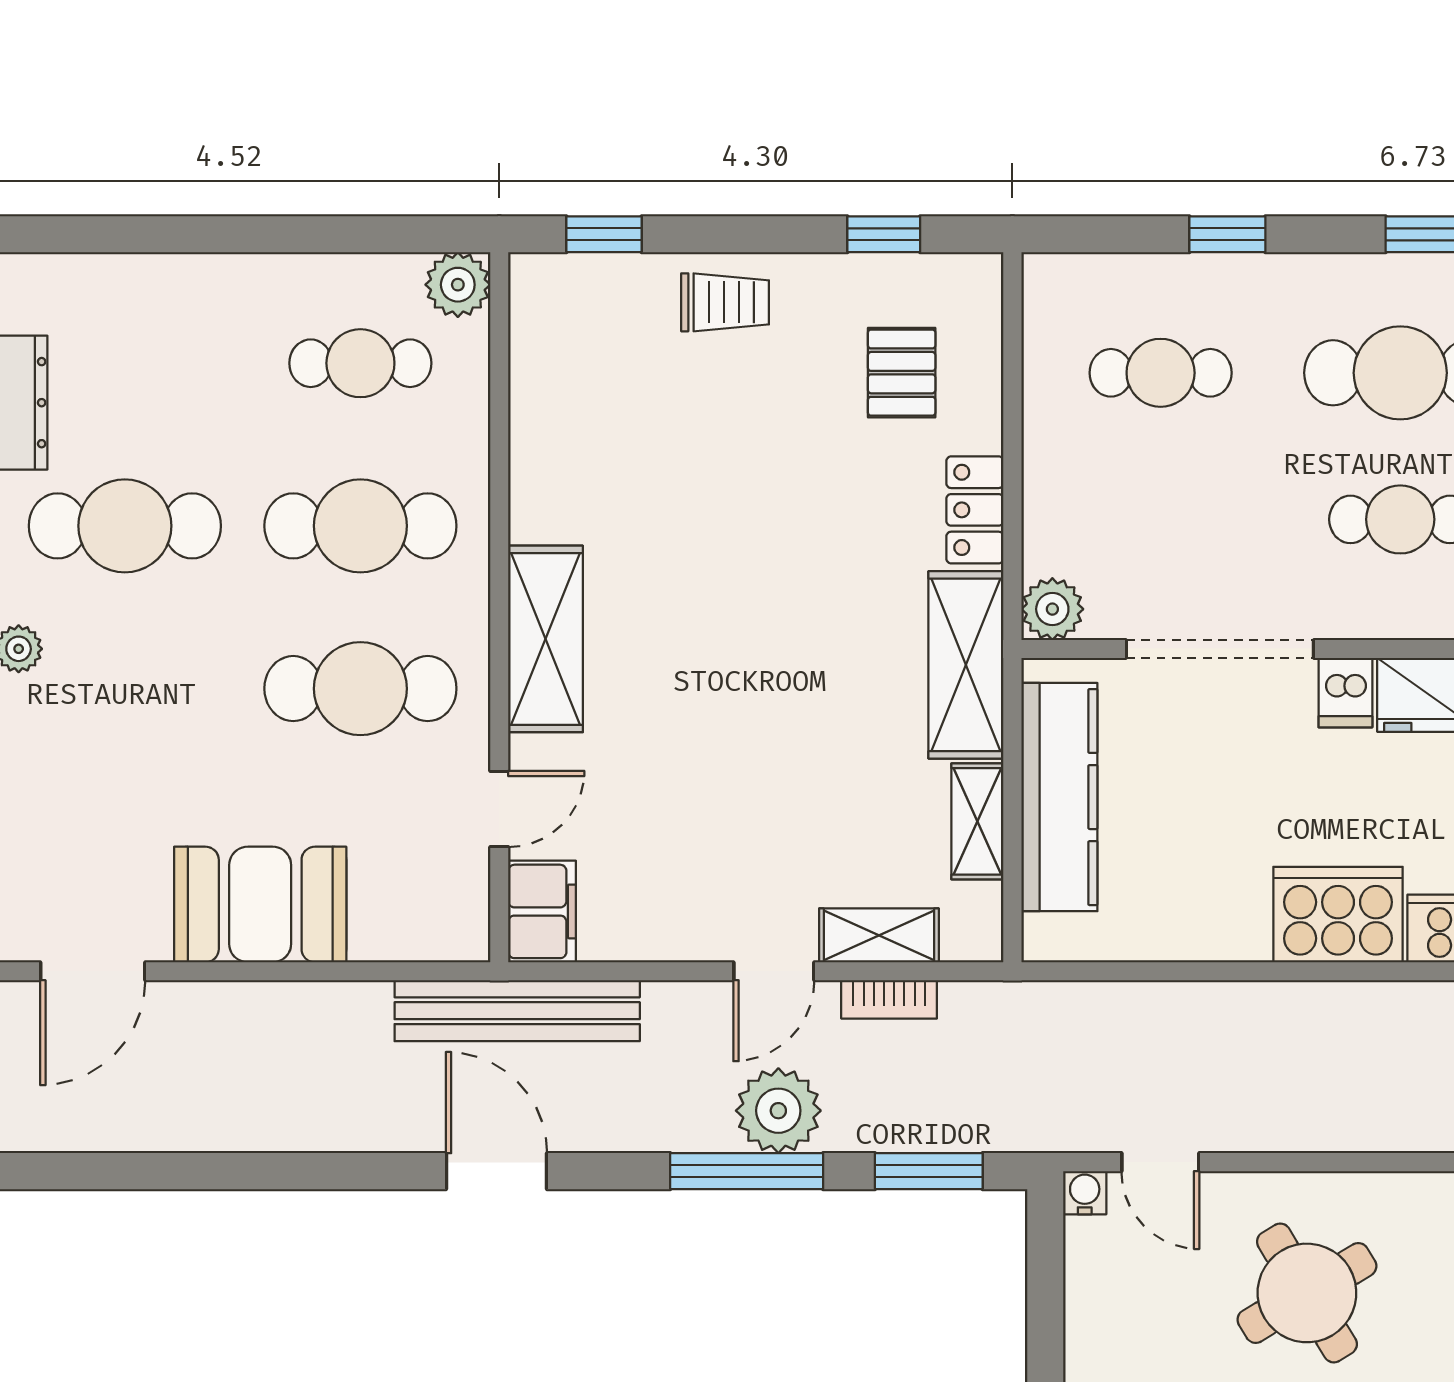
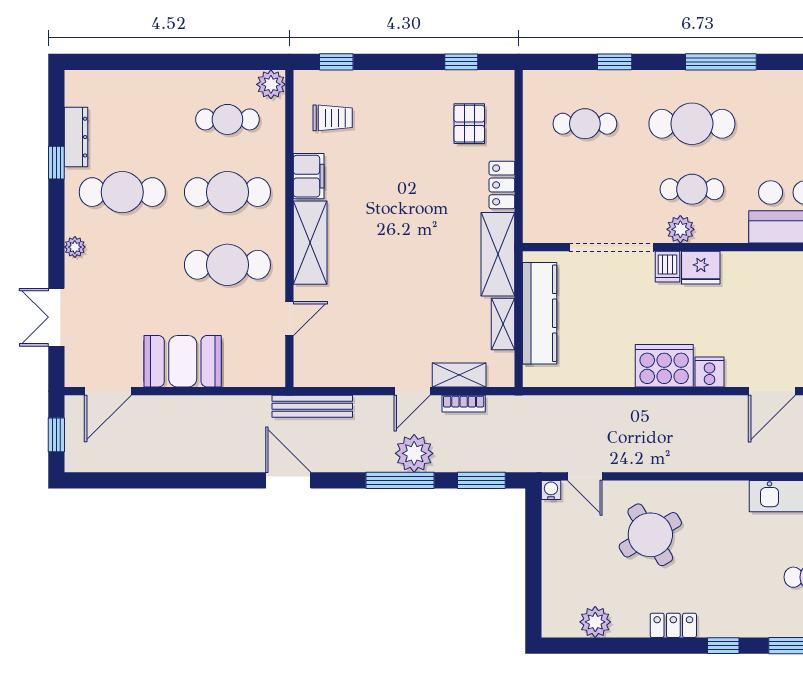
trolley: (725, 302) -> (333, 118), moved
plant: (1052, 609) -> (680, 229), moved
filing cabinet: (542, 911) -> (309, 176), moved
bench: (517, 1011) -> (312, 406), width x0.73, depth x0.82

